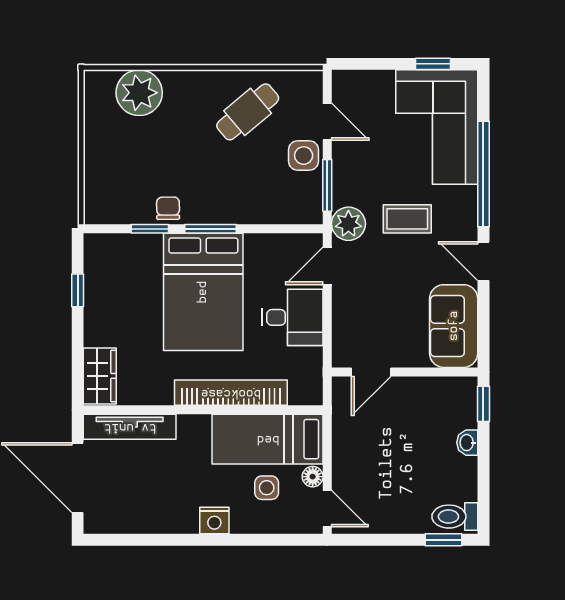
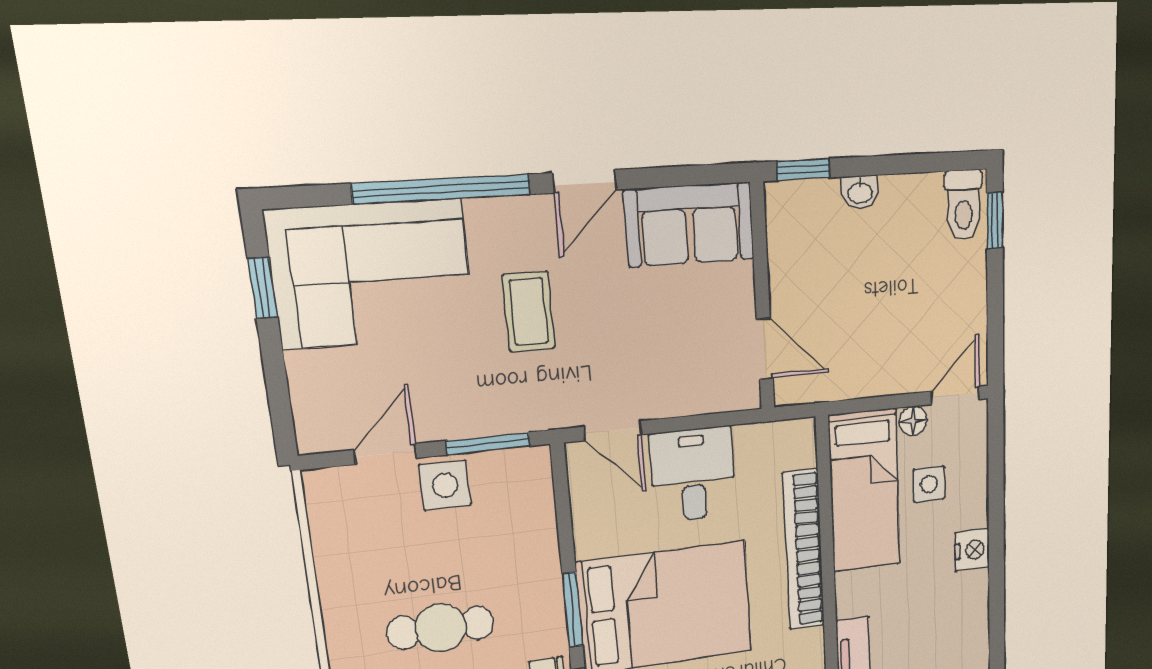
cafe table: (248, 112) -> (441, 628), moved, turned -50
plant: (348, 224) -> (545, 404), removed

